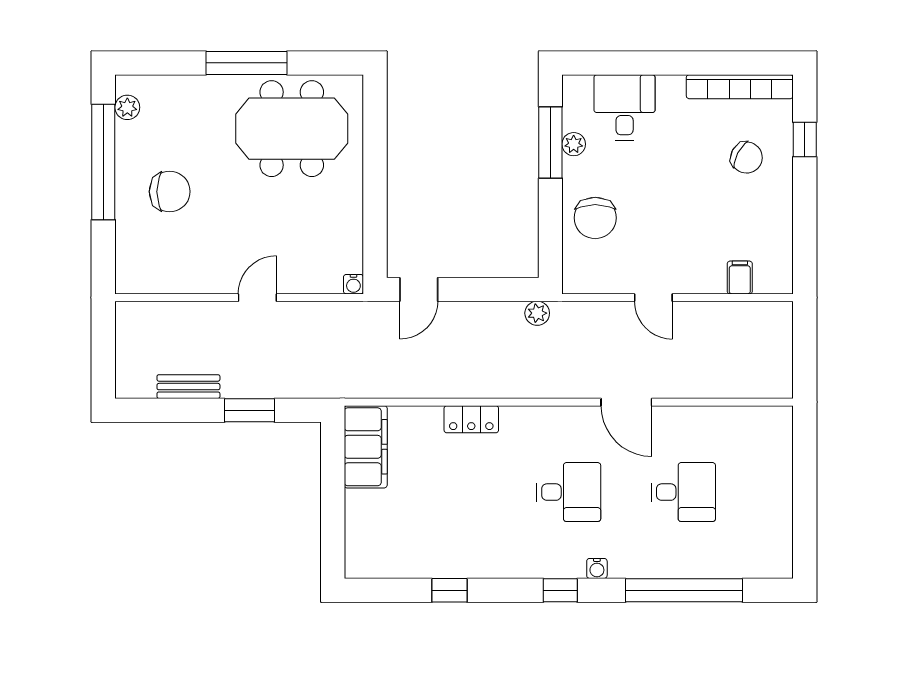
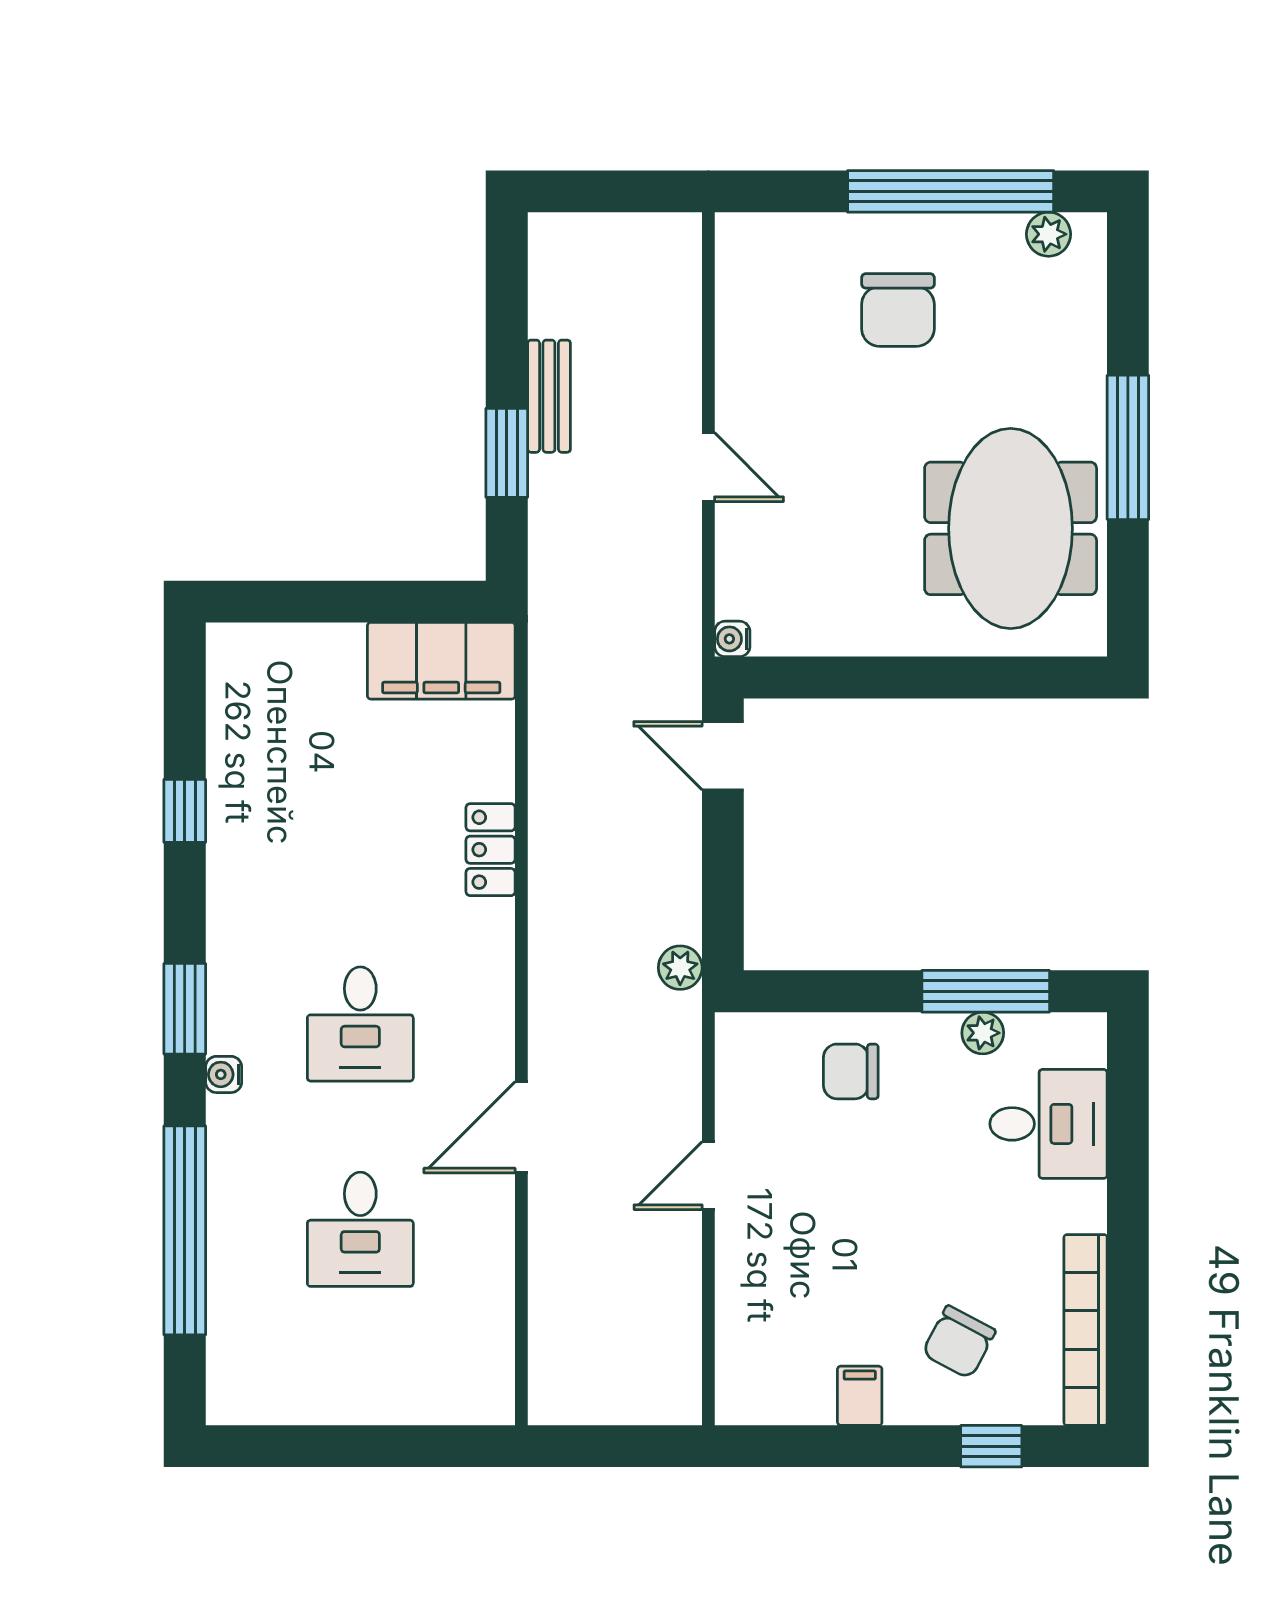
chair: (595, 218) -> (851, 1071), width x0.73, depth x0.73
filing cabinet: (740, 277) -> (860, 1396), moved, turned -90
bench: (188, 387) -> (549, 396), moved
window: (560, 590) -> (185, 1009), width x1.50

